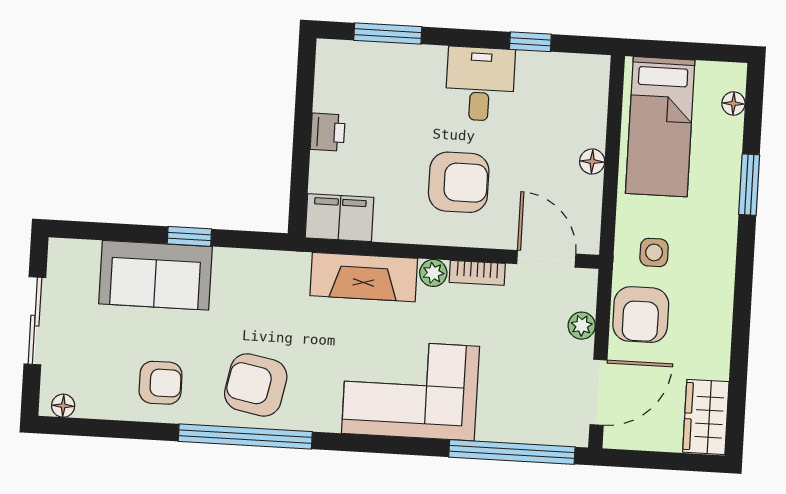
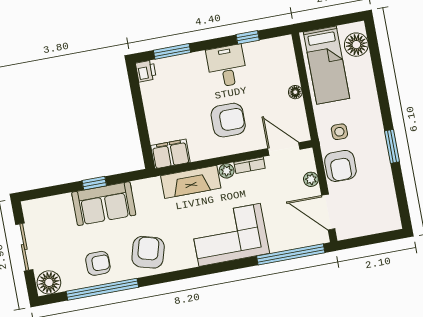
floor lamp: (733, 103) -> (356, 45), width x1.89, depth x1.89
printer: (328, 132) -> (146, 71), moved
window: (749, 185) -> (392, 146), moved
sofa: (156, 275) -> (104, 204), moved
armchair: (256, 385) -> (148, 252), turned 95
door: (598, 392) -> (328, 212), swing flipped
floor lamp: (63, 406) -> (49, 282), width x1.89, depth x1.89
wardrobe: (706, 417) -> (388, 211), removed
window: (245, 437) -> (102, 289), moved

